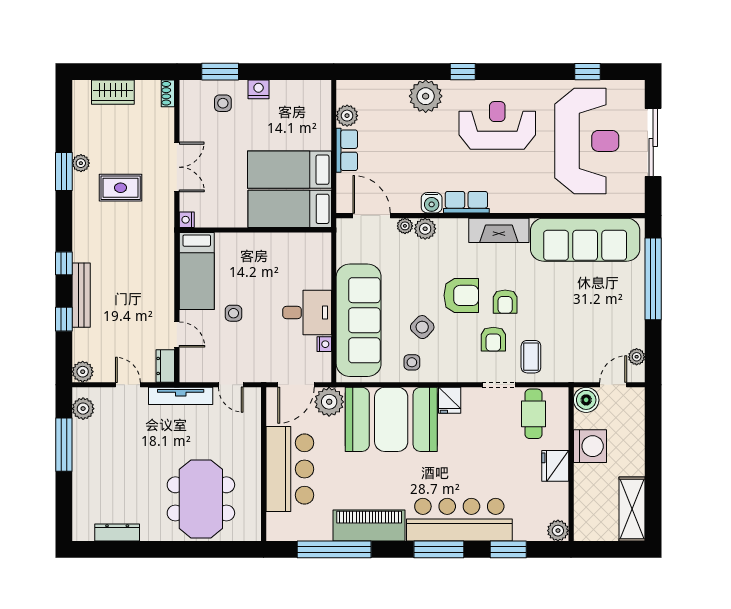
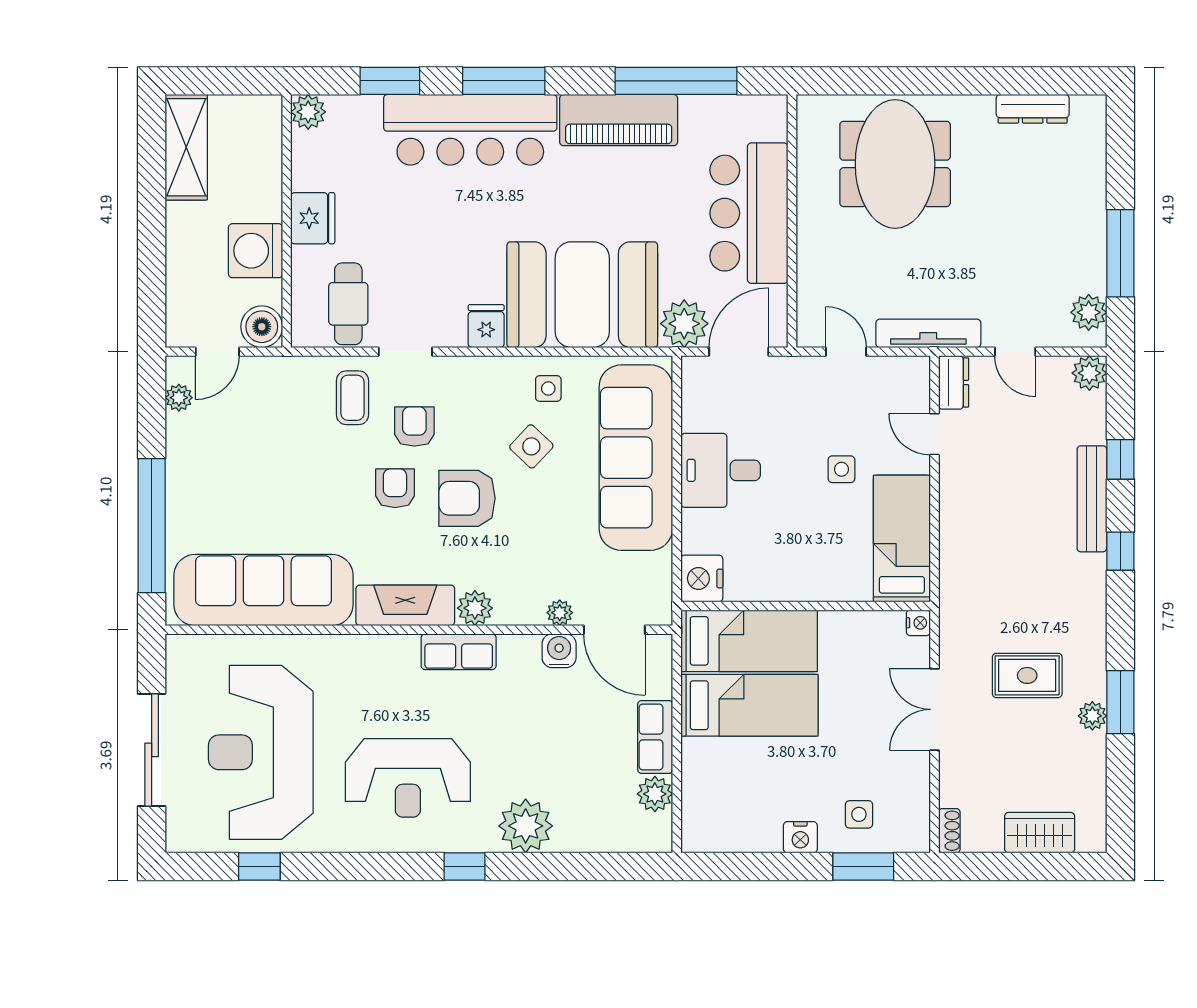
water cooler: (432, 203) -> (559, 651), moved
plant: (425, 229) -> (475, 608), moved
nightstand: (324, 344) -> (702, 578), moved, width x1.89, depth x1.79

